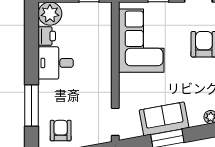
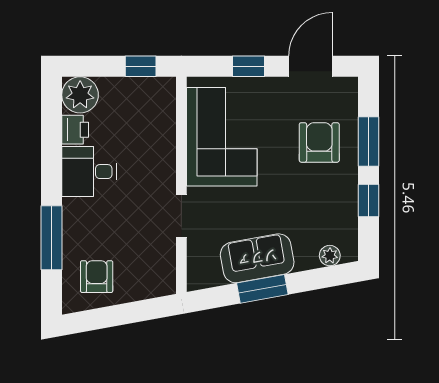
doorway: (115, 122) -> (181, 216), moved

